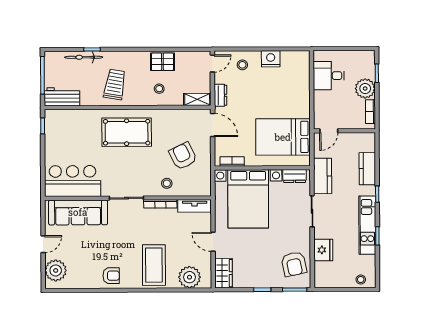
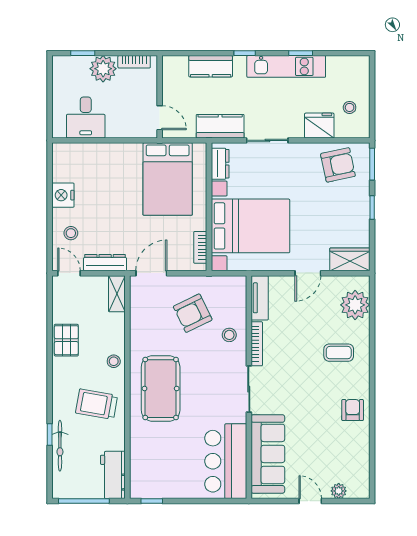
stool: (159, 89) -> (114, 361), moved
dresser: (220, 95) -> (105, 263), width x1.44
coffee table: (154, 265) -> (339, 353), width x0.54, depth x0.58
plant: (56, 270) -> (339, 491), width x0.53, depth x0.53
stool: (361, 280) -> (350, 107), moved

